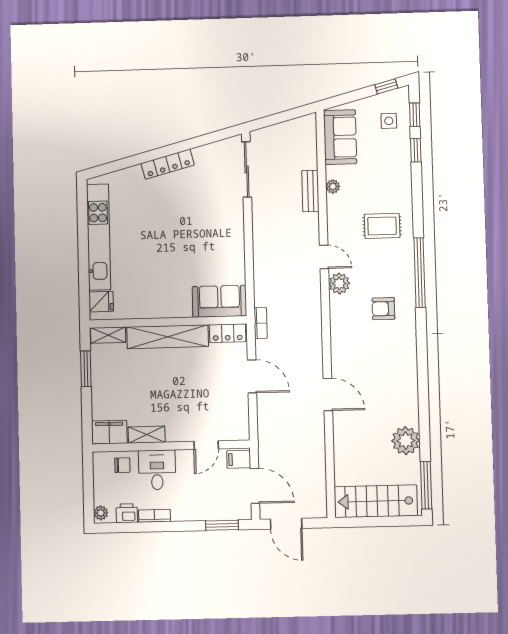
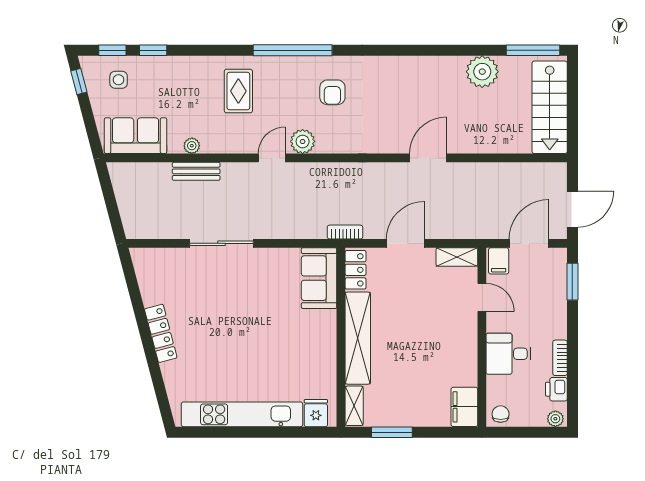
sliding door: (247, 169) -> (222, 243), moved
shelving: (147, 435) -> (457, 257), moved, turned 90
chair: (122, 465) -> (501, 414), moved

